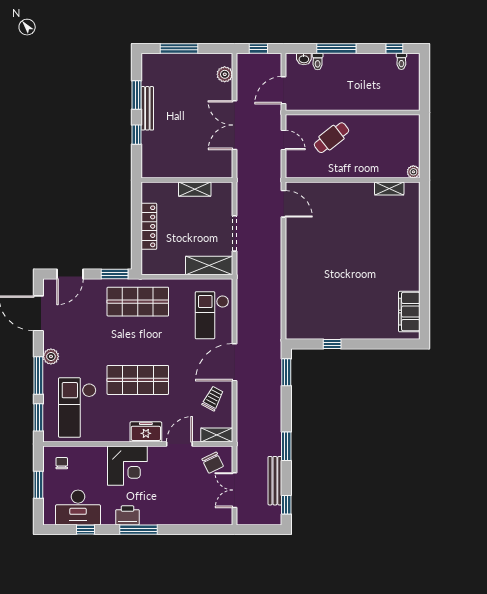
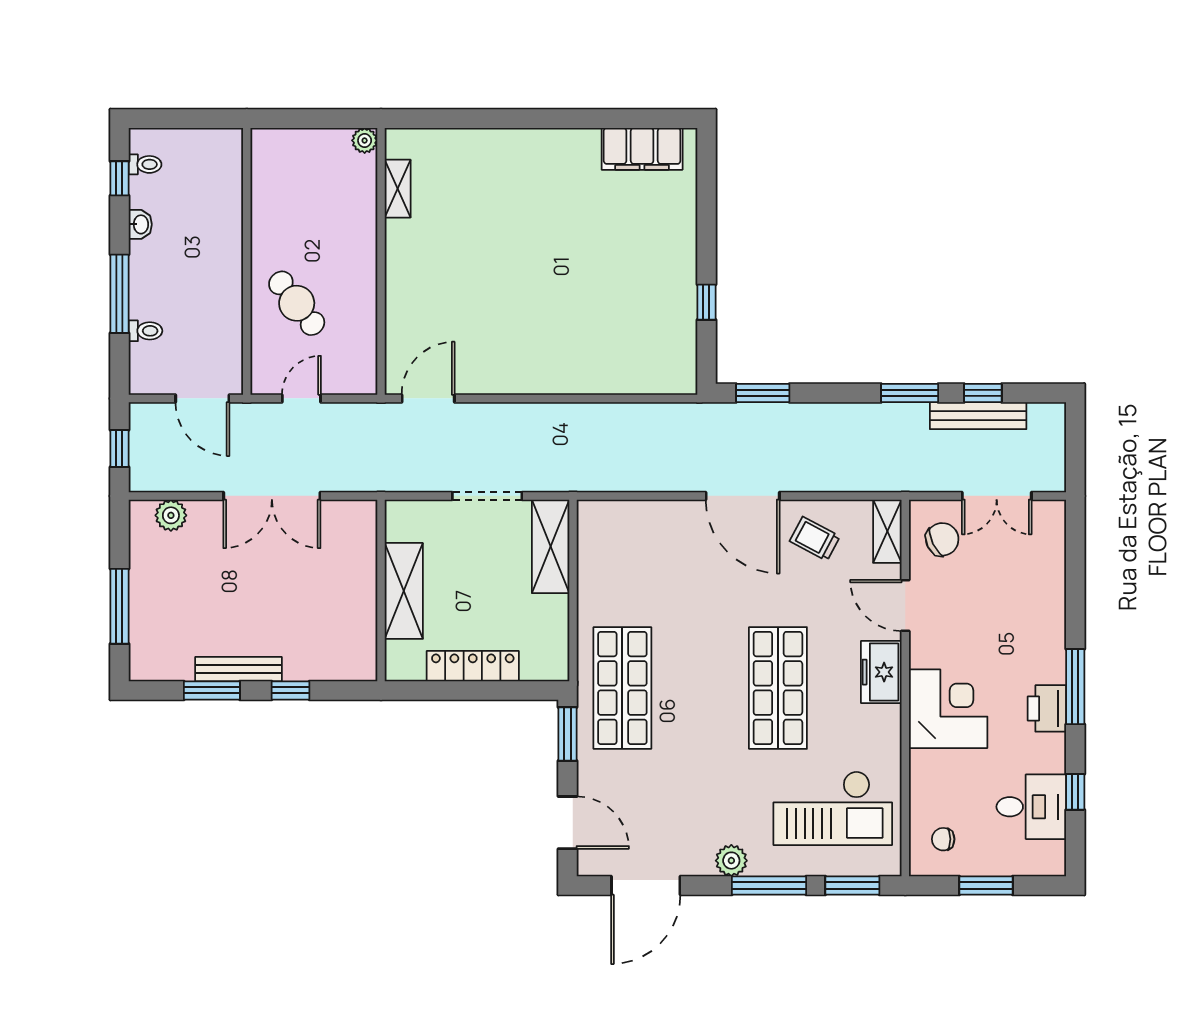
washbasin: (304, 59) -> (140, 224), moved
shelving: (195, 189) -> (404, 591), width x1.50, depth x1.33
checkout: (212, 315) -> (649, 541), removed
window: (286, 505) -> (983, 393), moved
desk: (78, 507) -> (1031, 807), width x0.73

